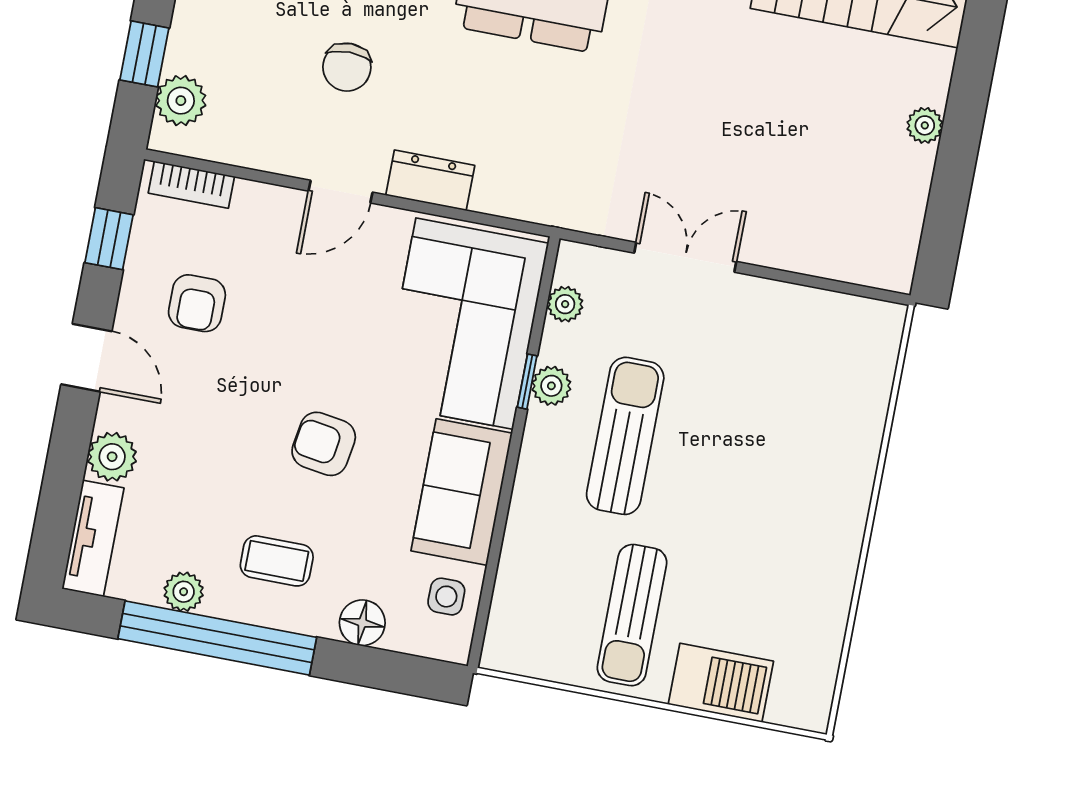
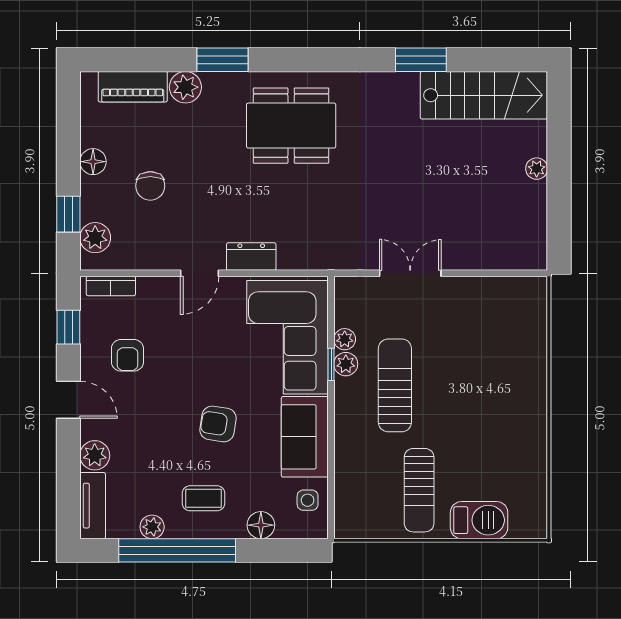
chair: (347, 67) -> (150, 186), moved
plant: (565, 304) -> (345, 339), moved

